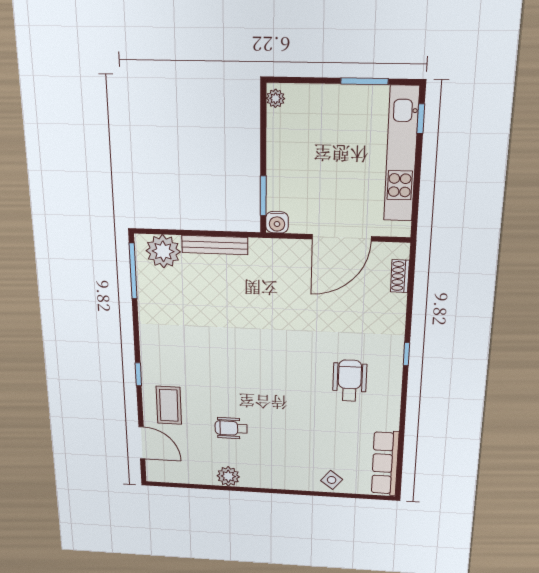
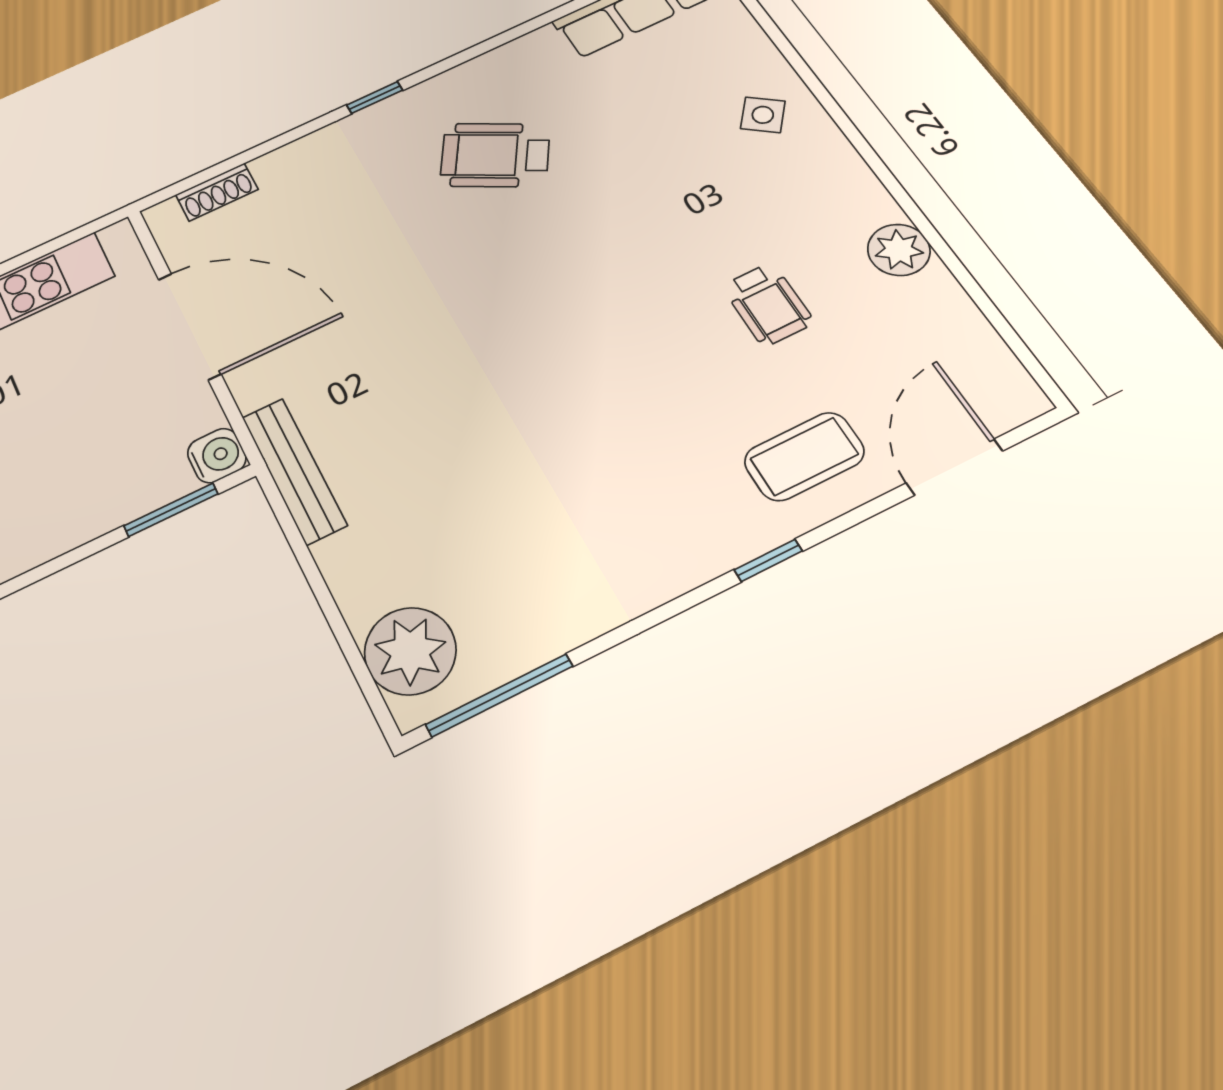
bench: (215, 245) -> (294, 471), moved
wheelchair: (350, 381) -> (495, 155), turned 31
side table: (332, 480) -> (763, 115), moved

